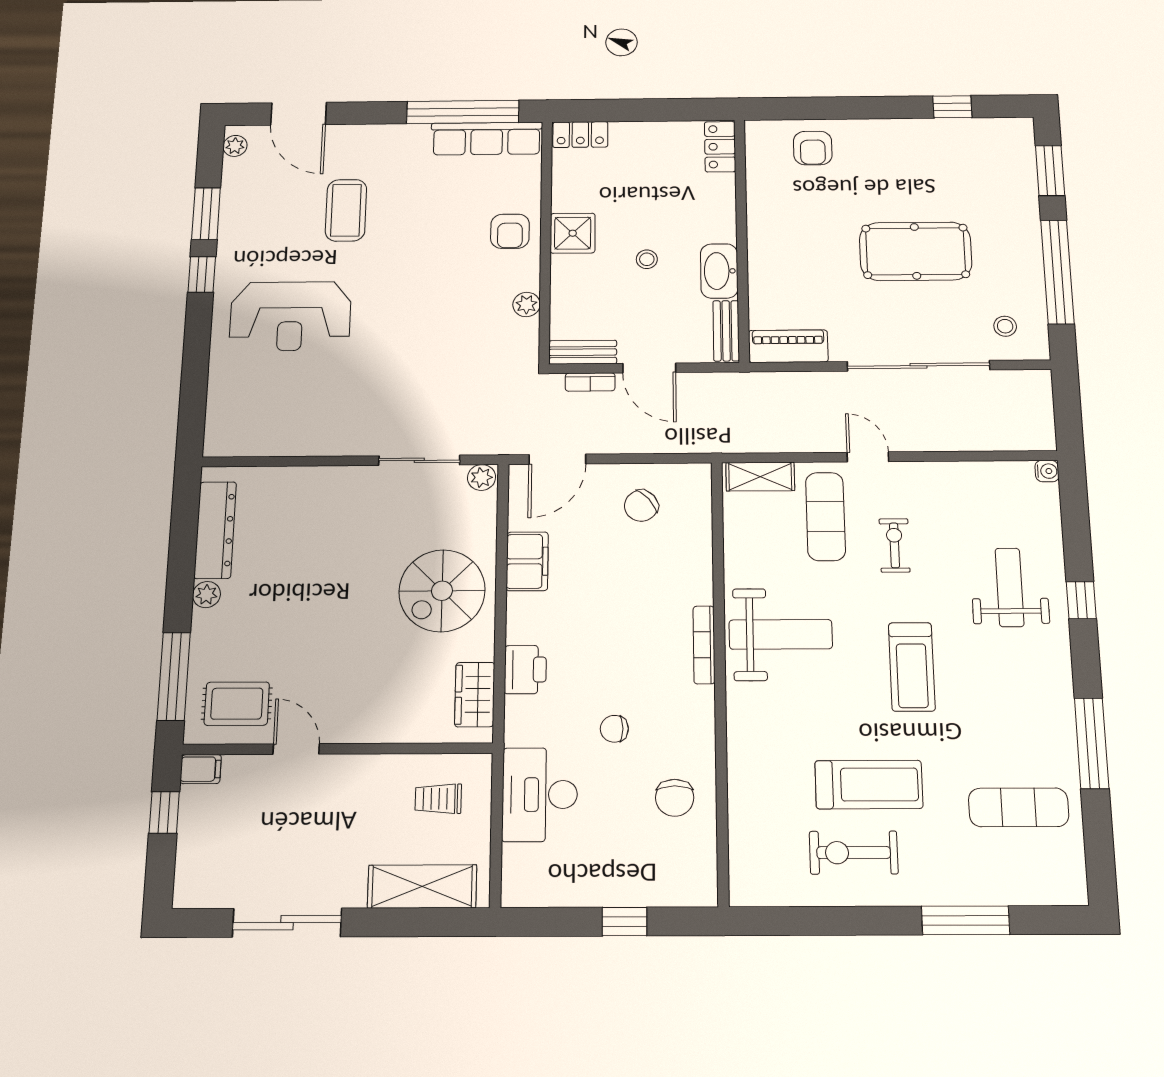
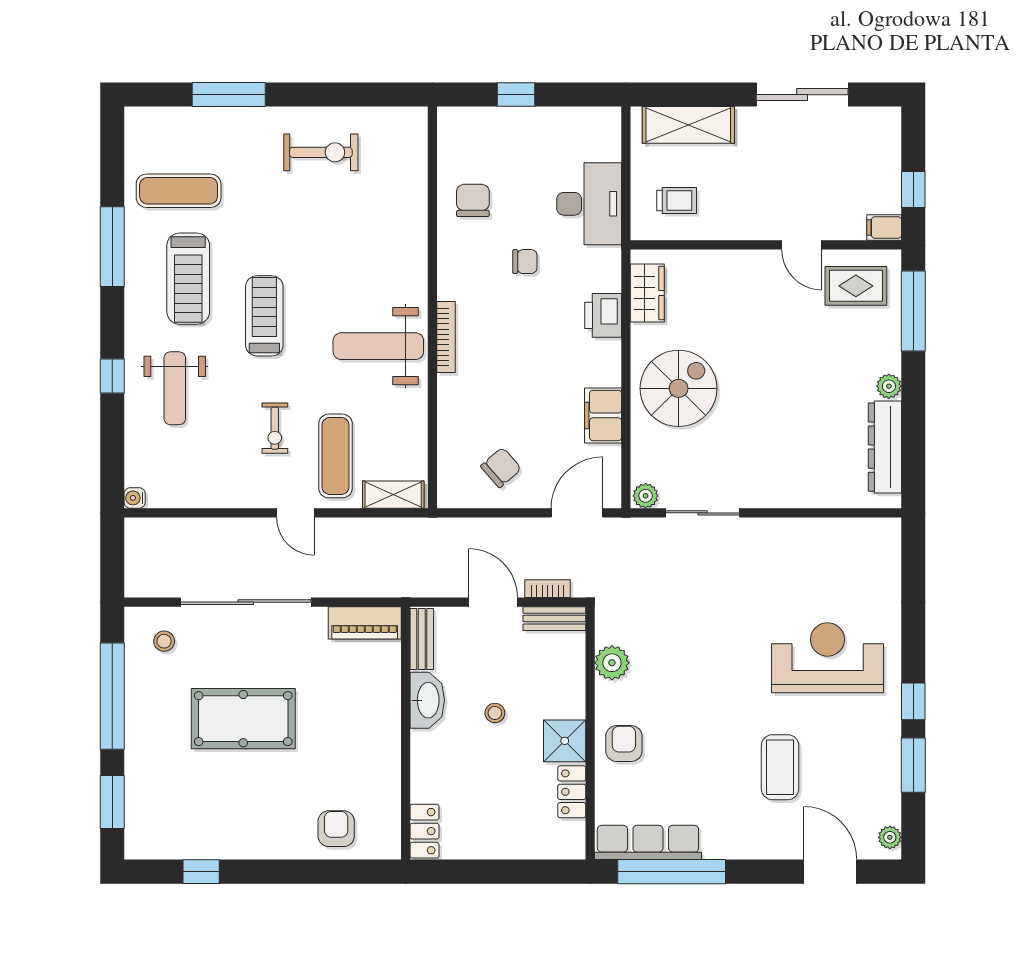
locker: (580, 135) -> (572, 792), moved, turned -90
plant: (526, 305) -> (612, 663), width x1.38, depth x1.38
treadmill: (869, 785) -> (188, 279), moved, turned -90

